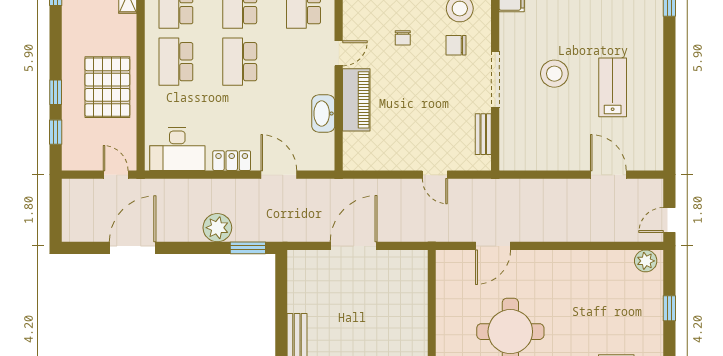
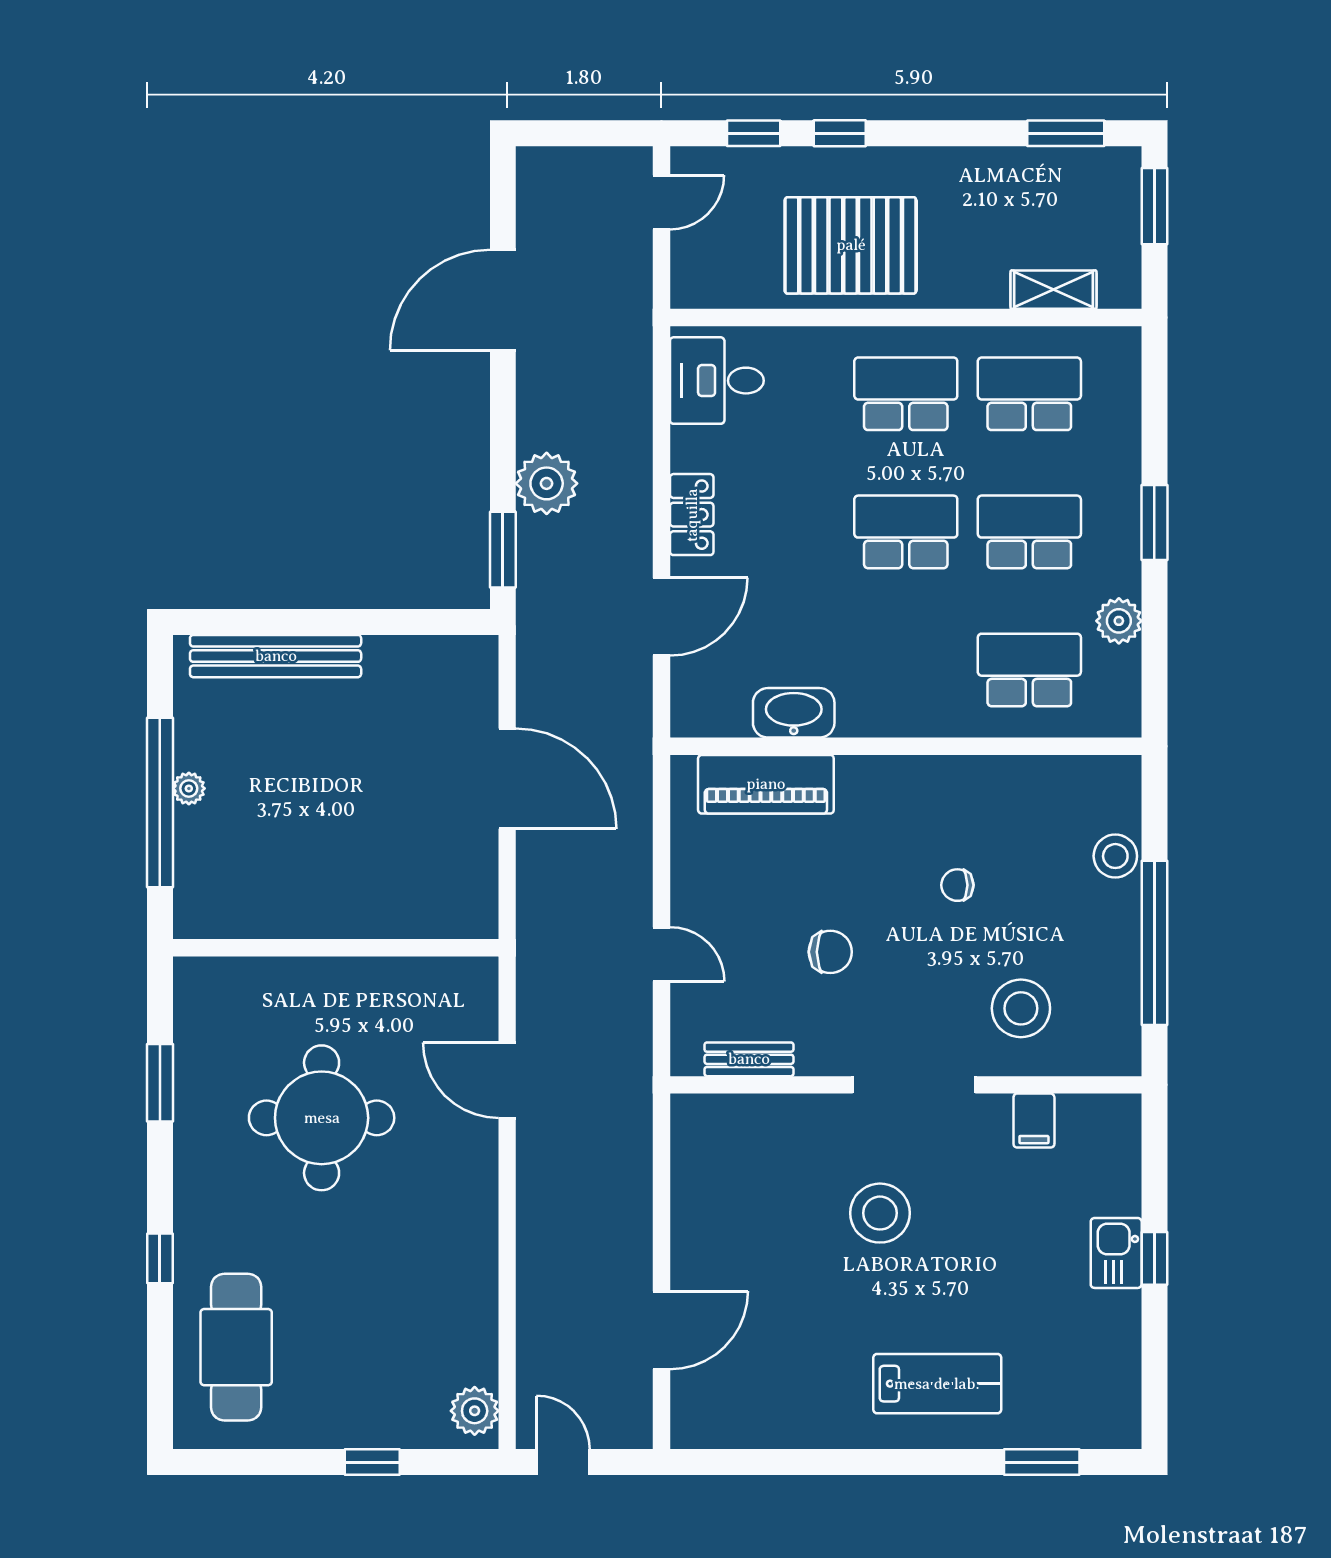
chair: (456, 45) -> (830, 952), moved, turned 90
door: (339, 53) -> (924, 746), removed
doorway: (495, 80) -> (914, 1085), moved
lab bench: (613, 87) -> (937, 1384), moved
piano: (356, 100) -> (766, 784), moved
desk: (177, 149) -> (717, 381), width x0.73
door: (116, 175) -> (661, 202), moved
door: (435, 175) -> (661, 954), swing flipped
door: (133, 248) -> (503, 300), swing flipped

